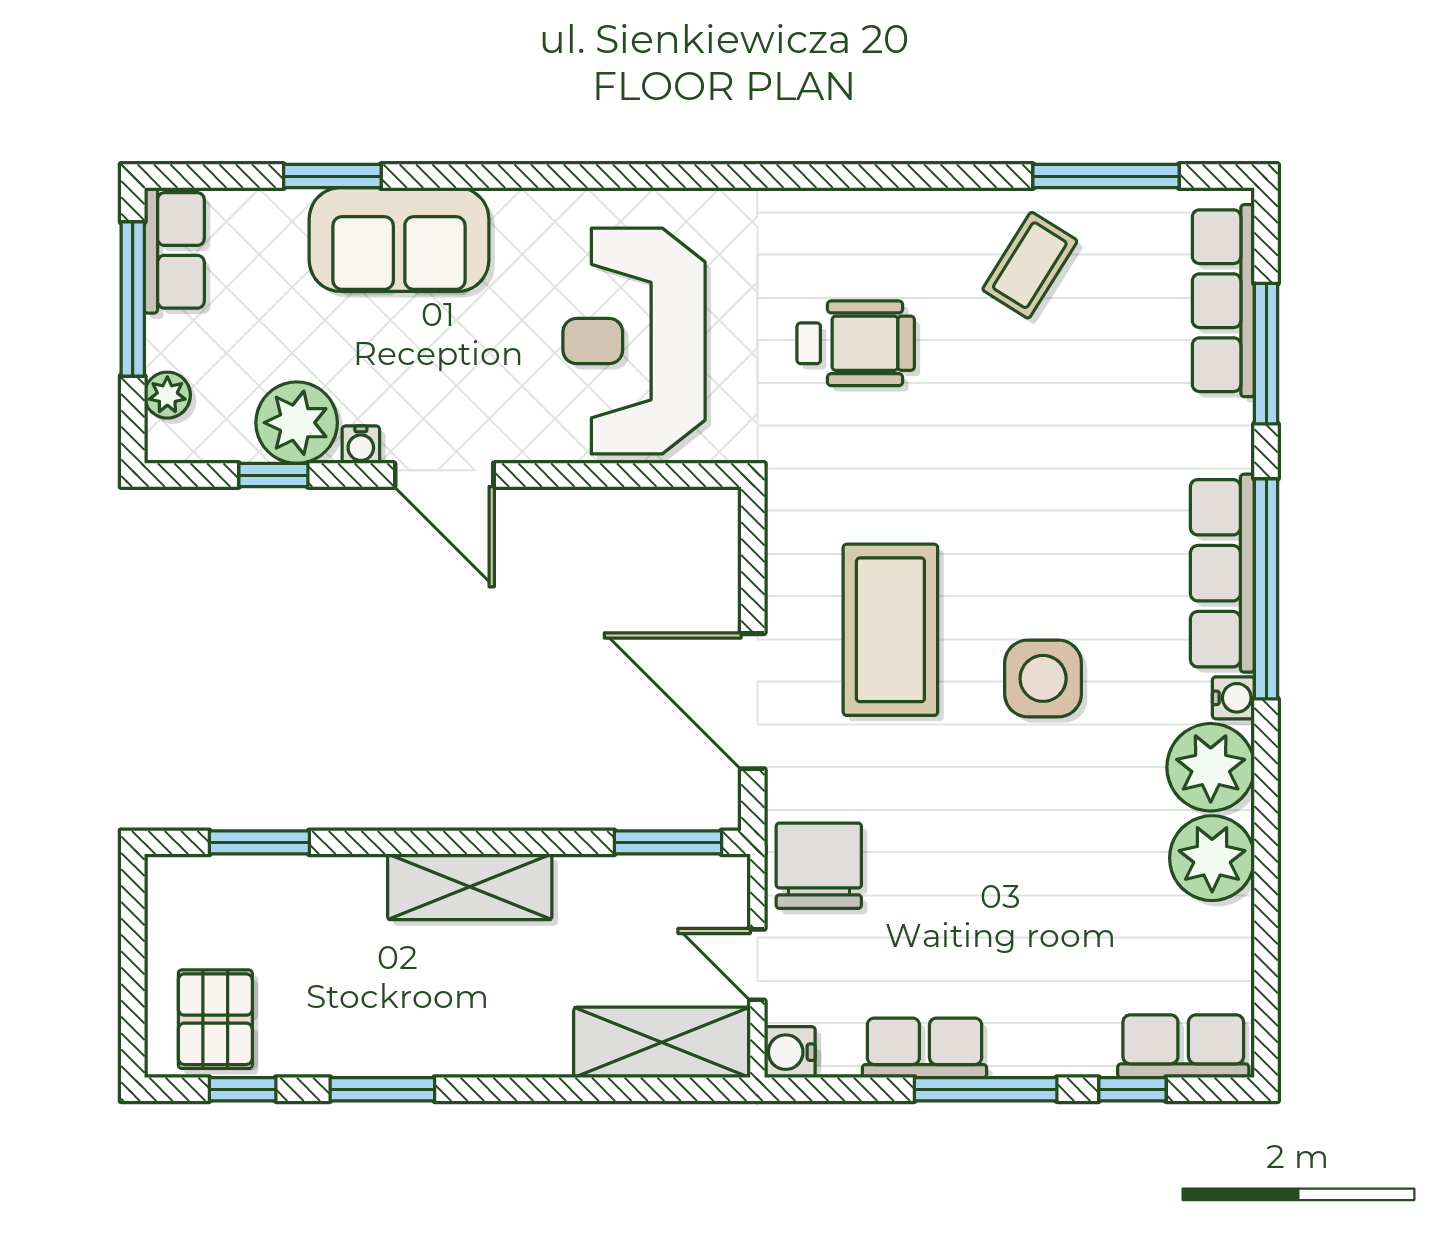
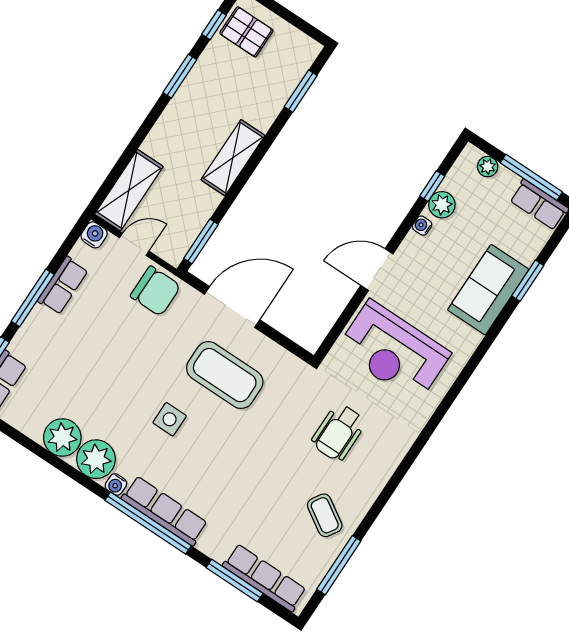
reception desk: (634, 341) -> (393, 351), turned 180
plant: (297, 423) -> (442, 205), width x0.73, depth x0.73
door: (444, 475) -> (377, 270), moved
side table: (1043, 678) -> (170, 419), width x0.73, depth x0.73

